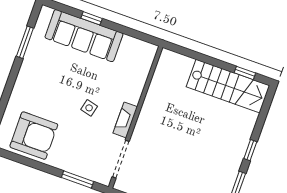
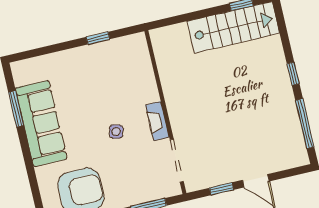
window: (92, 18) -> (98, 38), moved
sofa: (84, 36) -> (41, 123), moved, turned -90

